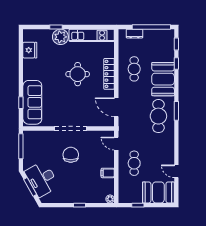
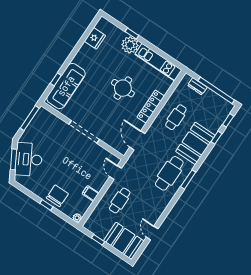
chair: (71, 155) -> (57, 196), moved

